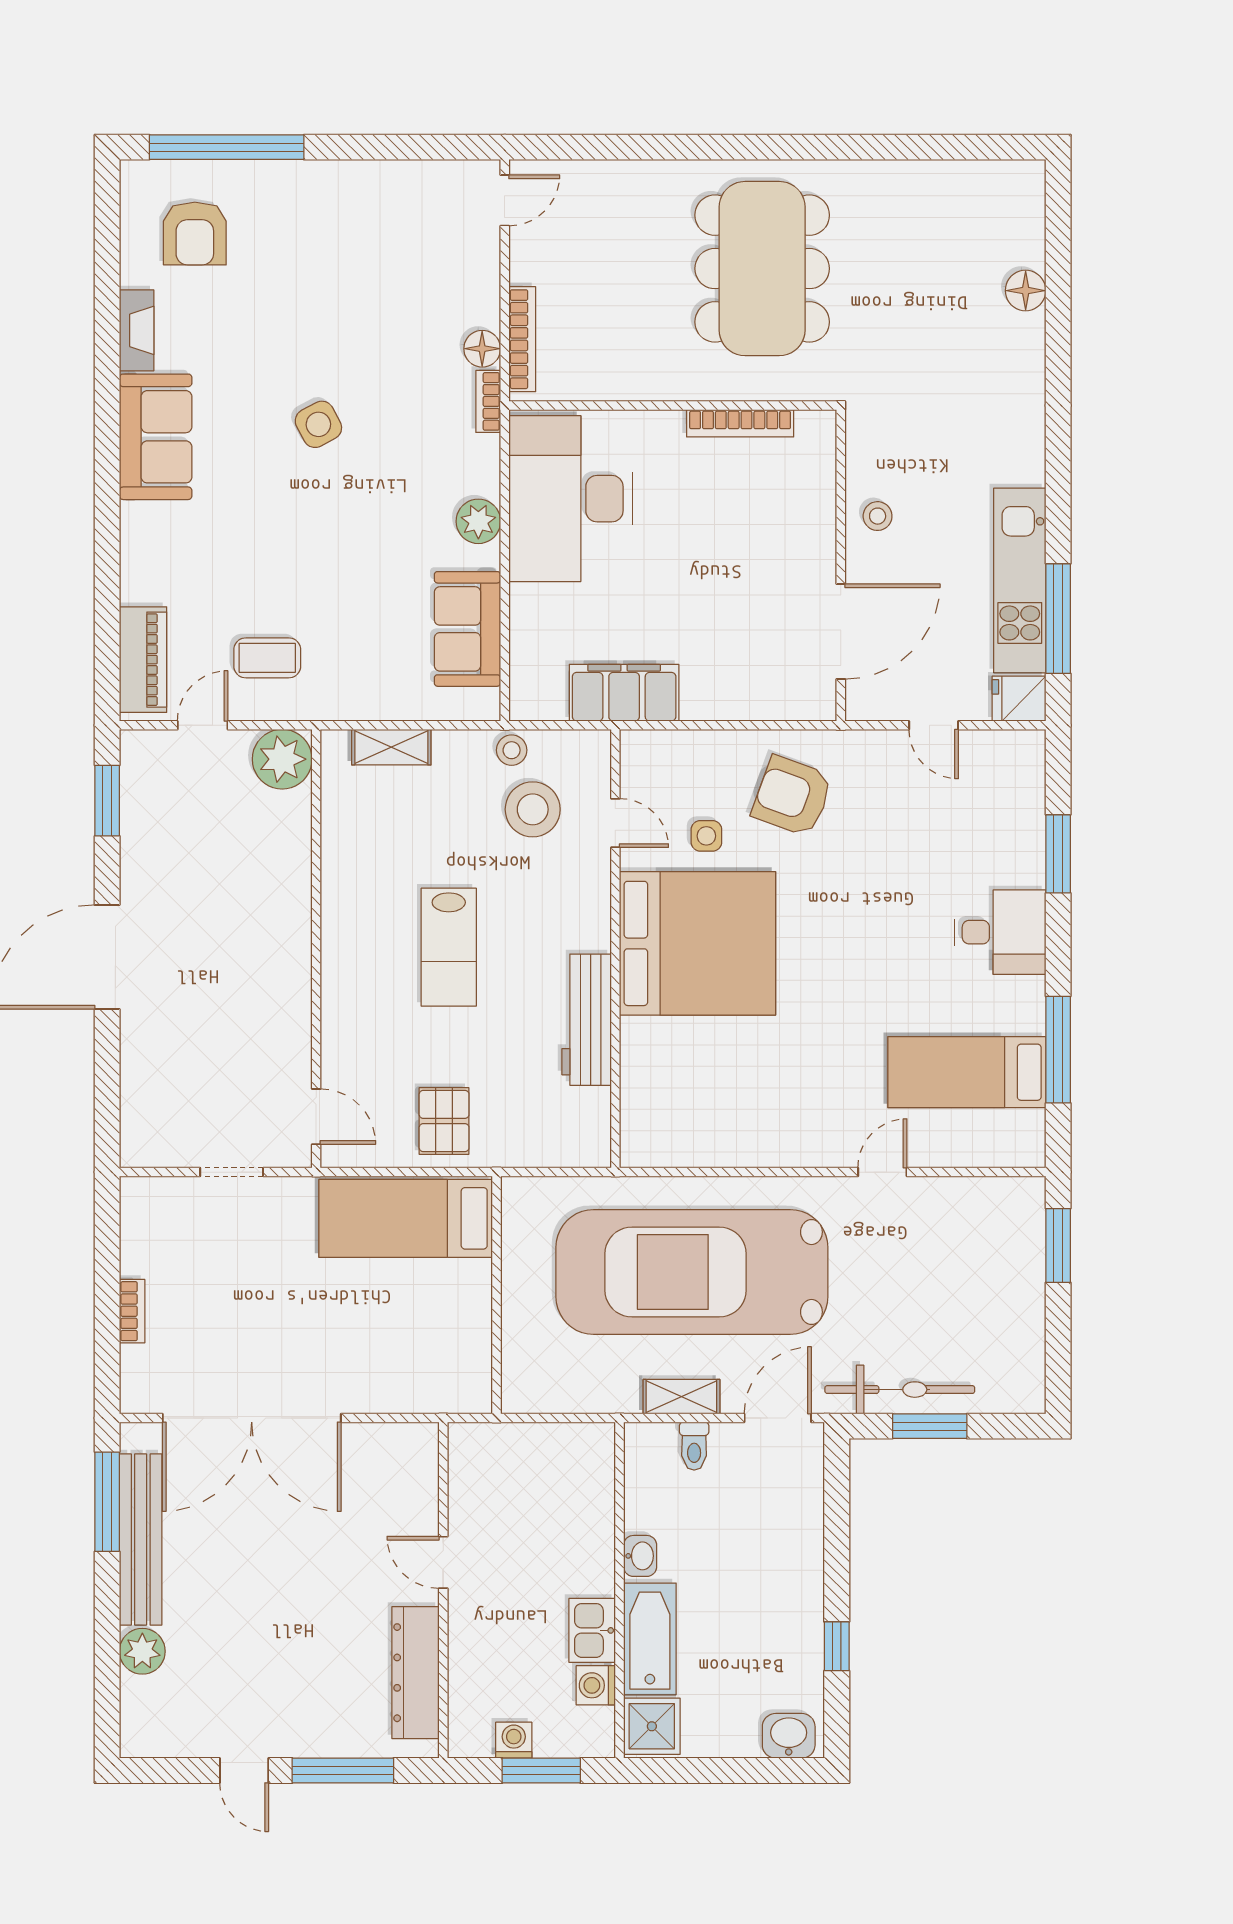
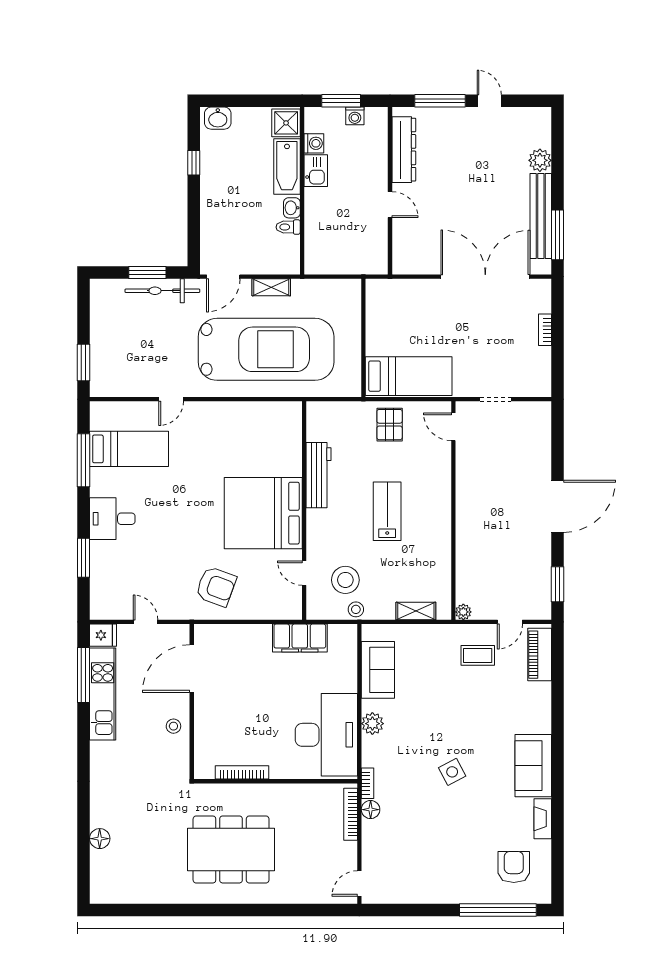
dining table: (762, 269) -> (231, 849), turned 90
plant: (282, 759) -> (463, 612), width x0.53, depth x0.53
side table: (706, 836) -> (259, 567), removed
toilet: (694, 1446) -> (288, 227), moved, turned -90

